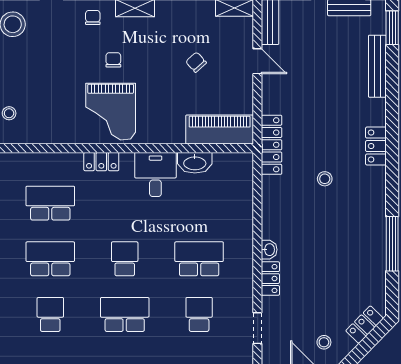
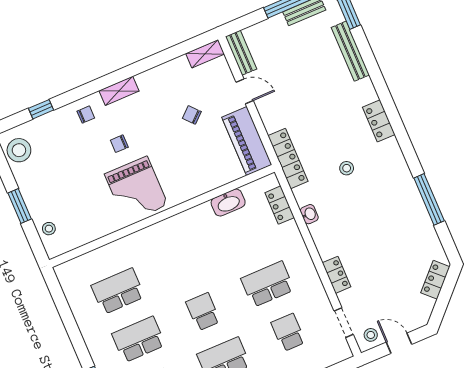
chair: (93, 17) -> (86, 115), turned 90
chair: (113, 60) -> (119, 144), turned -90
piano: (220, 130) -> (247, 141), moved, turned -90
locker: (101, 162) -> (280, 205), moved, turned 90
desk: (155, 174) -> (198, 227), removed
washbasin: (269, 250) -> (309, 214), moved
stool: (324, 342) -> (371, 335), moved

